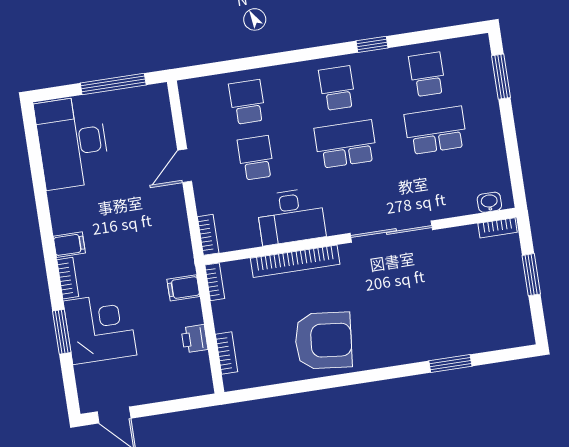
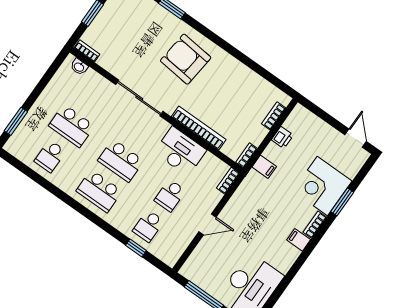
window: (372, 44) -> (136, 248), moved
school desk: (337, 88) -> (99, 191), width x1.85
armchair: (323, 340) -> (186, 59), moved

